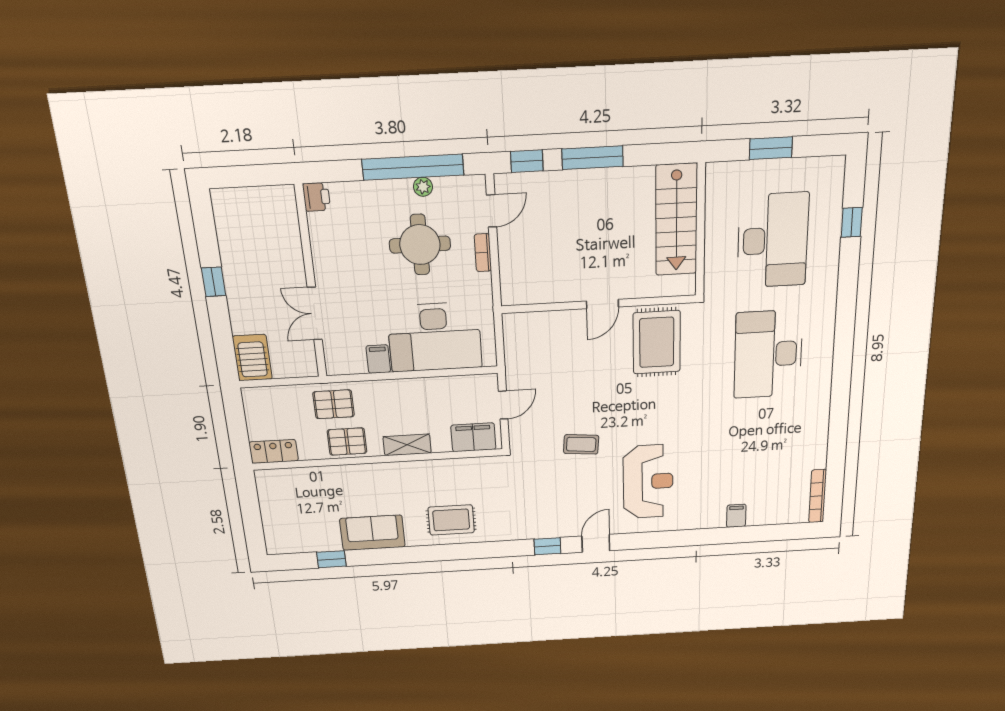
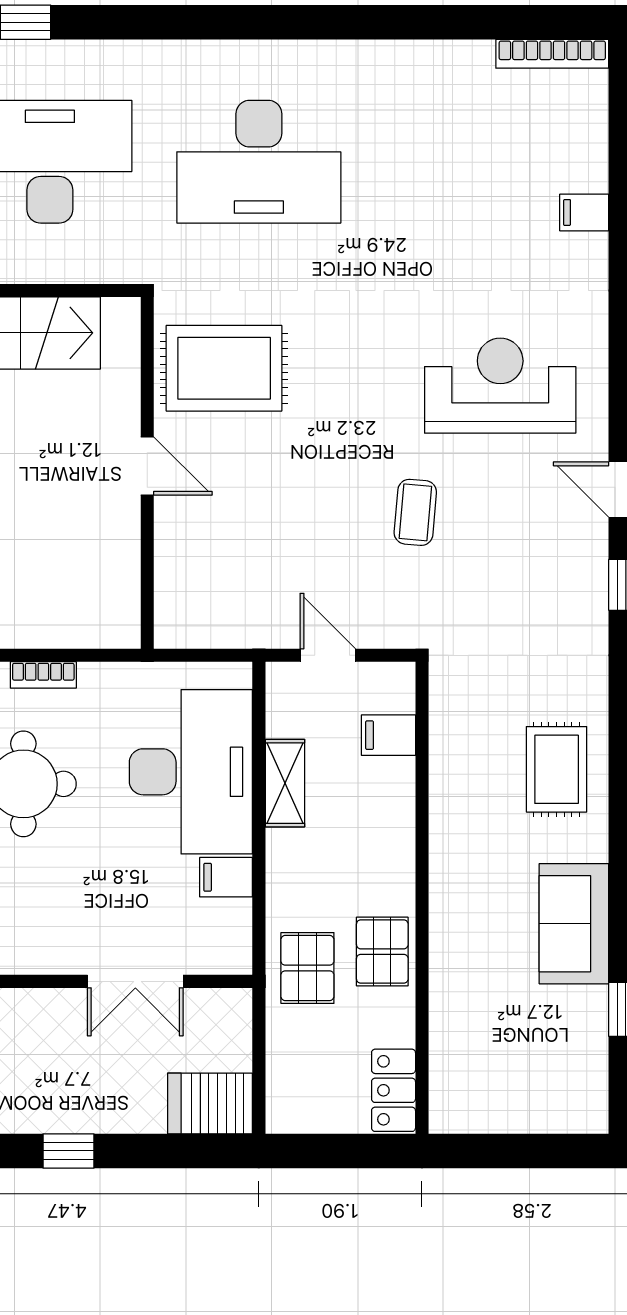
filing cabinet: (473, 437) -> (388, 735), width x0.50
shelving: (407, 445) -> (285, 783), moved

